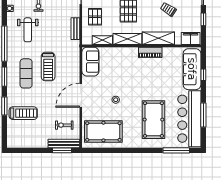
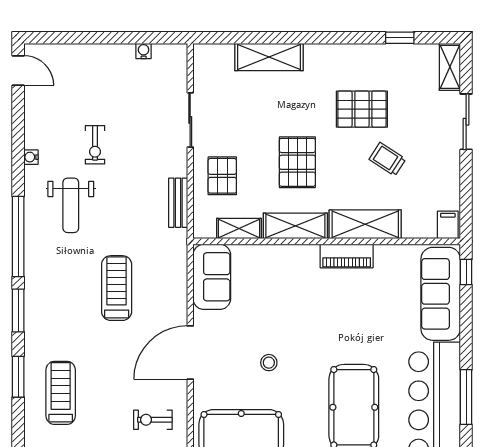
window: (203, 19) -> (466, 182), removed
filing cabinet: (191, 39) -> (448, 225), width x0.50
treadmill: (48, 67) -> (117, 288), turned 180
exercise mat: (26, 73) -> (67, 303), removed
window: (203, 75) -> (466, 272), moved
treadmill: (23, 113) -> (61, 393), turned -90

